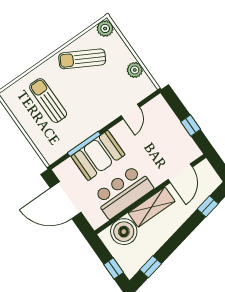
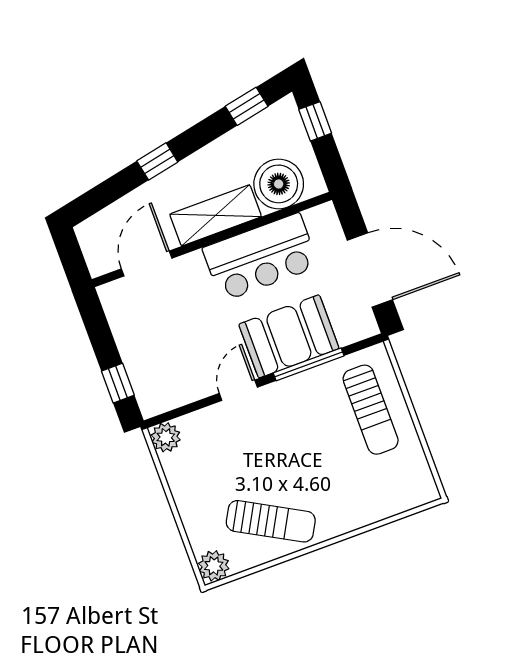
plant: (135, 70) -> (166, 437), moved
sun lounger: (48, 101) -> (371, 410), moved
door: (130, 111) -> (238, 390), moved
window: (191, 125) -> (118, 383), moved
window: (208, 206) -> (157, 161), moved

